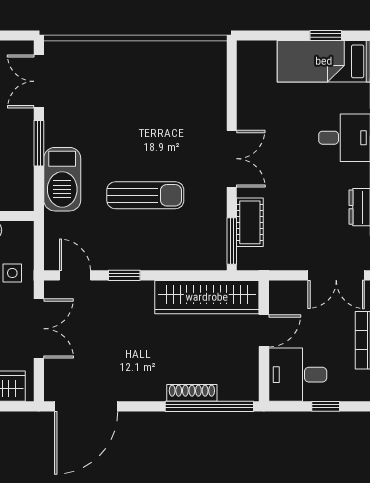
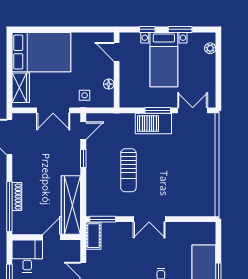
barbecue: (62, 179) -> (153, 123), moved
cot: (250, 222) -> (93, 236), moved, turned 90
door: (264, 331) -> (52, 237), swing flipped

